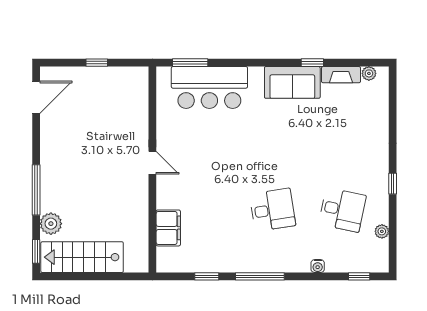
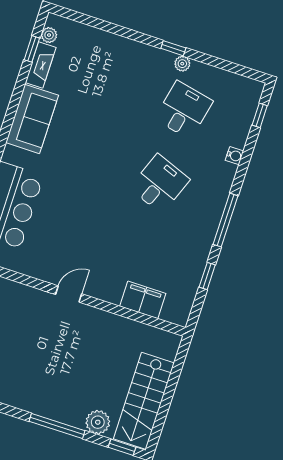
window: (312, 63) -> (32, 49), moved
desk: (273, 210) -> (160, 184), turned 30
plant: (382, 231) -> (182, 64), moved

